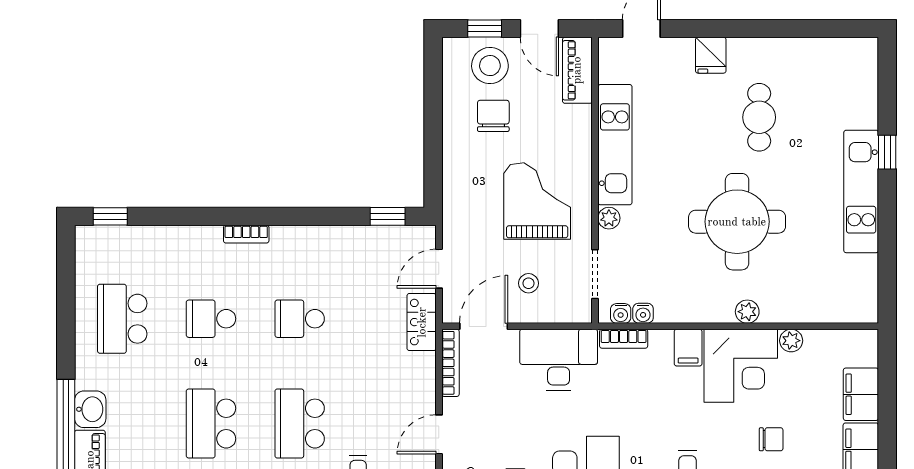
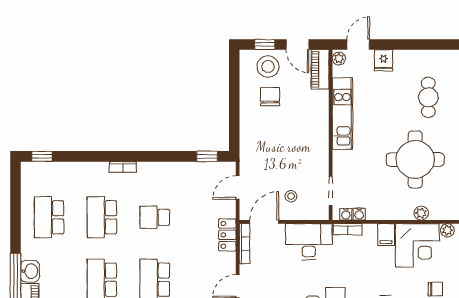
fridge: (711, 55) -> (384, 60), moved
grand piano: (537, 201) -> (296, 147), removed
plant: (609, 218) -> (339, 59), moved
school desk: (211, 319) -> (102, 217), width x1.85
locker: (422, 322) -> (227, 235), moved

